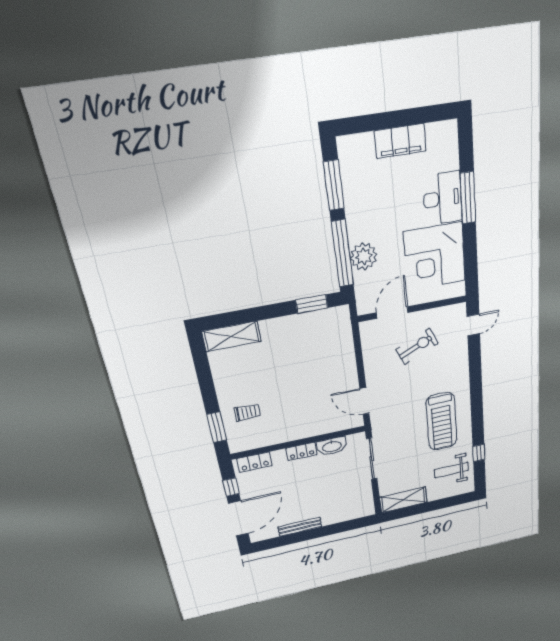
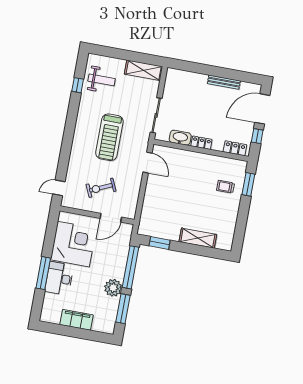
plant: (364, 256) -> (113, 288), moved
shelving: (232, 336) -> (198, 238), moved
treadmill: (442, 422) -> (109, 137), moved, turned 180

